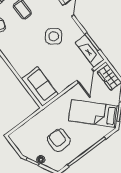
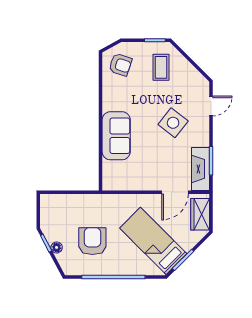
sofa: (40, 87) -> (116, 136), moved

